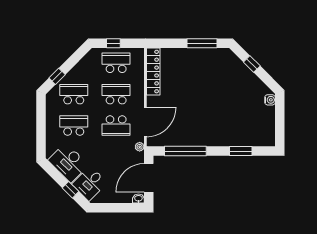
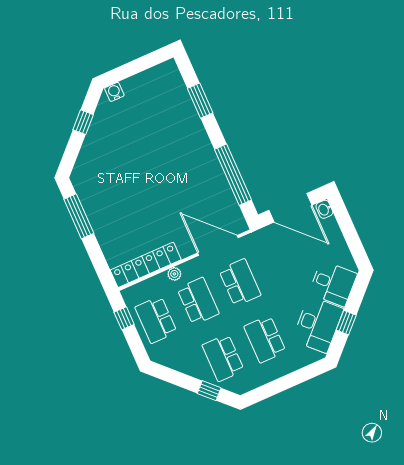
window: (113, 43) -> (124, 318), moved
window: (252, 64) -> (83, 122), moved
school desk: (116, 94) -> (198, 301), turned 180
plant: (140, 147) -> (174, 274), moved
window: (71, 190) -> (346, 323), moved

